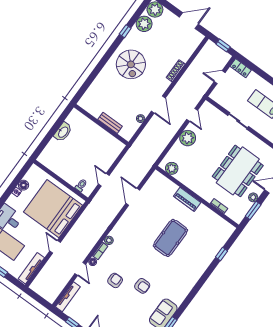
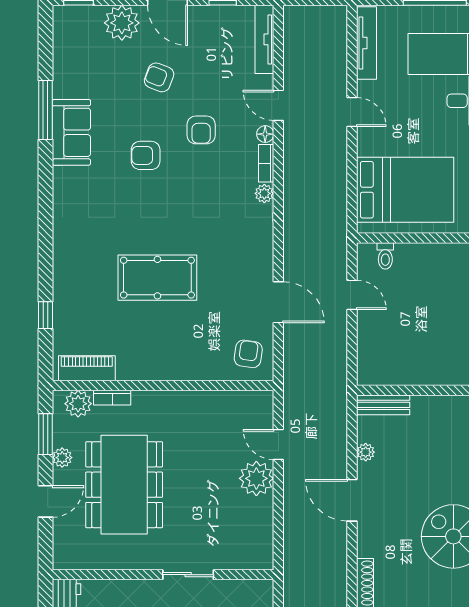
door: (192, 115) -> (278, 444), moved
bench: (110, 123) -> (383, 405), moved
plant: (172, 168) -> (78, 404), moved
armchair: (157, 186) -> (248, 354), added
piano: (187, 199) -> (87, 368), moved
bed: (53, 209) -> (405, 190), width x0.73
pool table: (170, 238) -> (157, 278), turned 90
armchair: (117, 311) -> (159, 77), added

